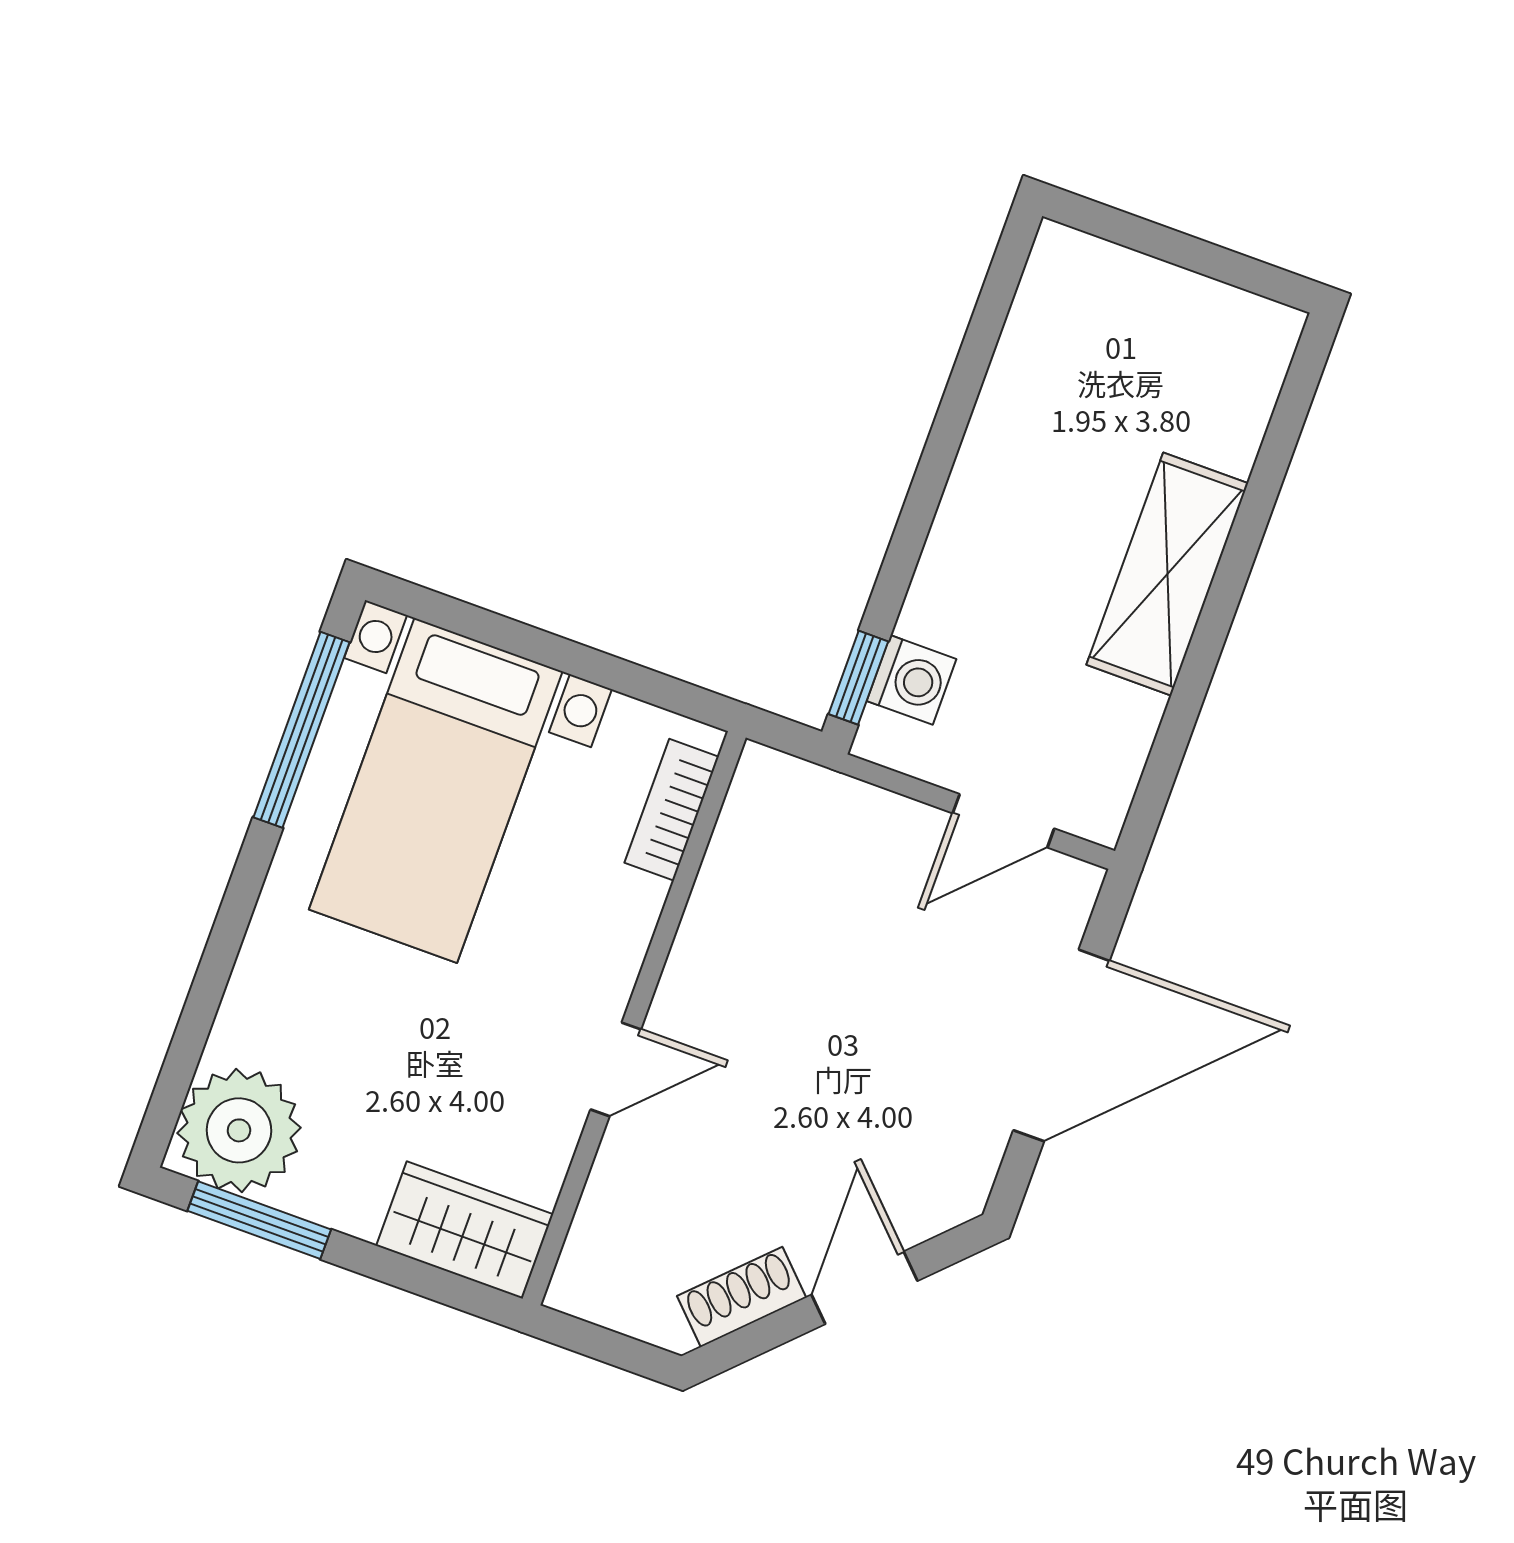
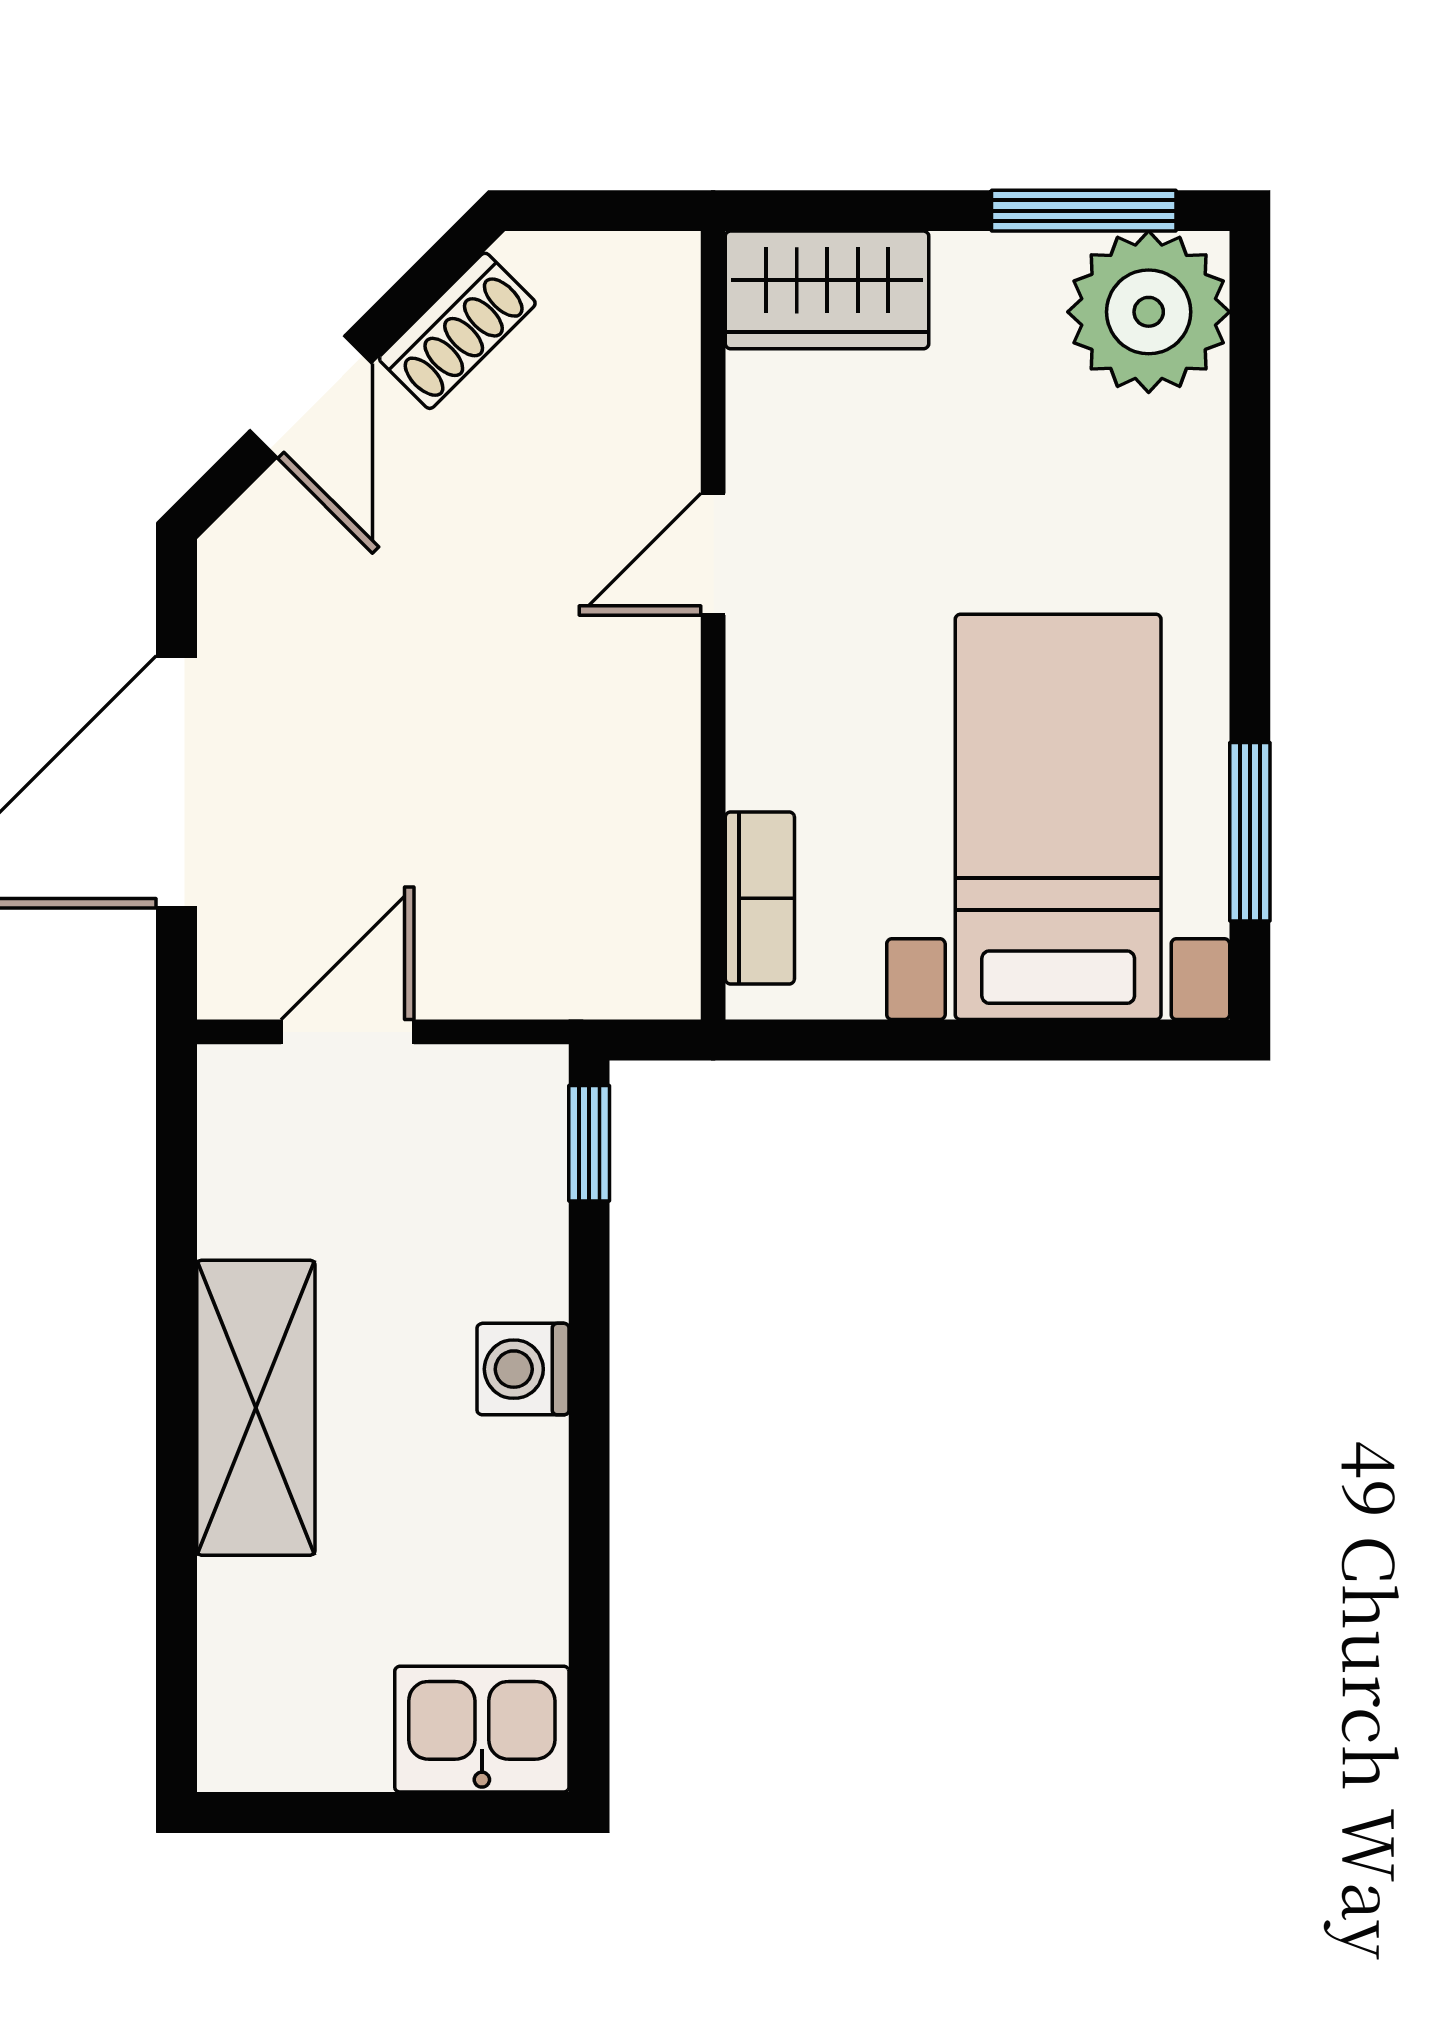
kitchen sink: (1088, 284) -> (482, 1729), added
washing machine: (912, 680) -> (523, 1369), moved
window: (302, 730) -> (1250, 832), width x0.69

